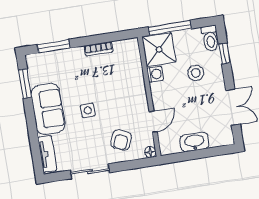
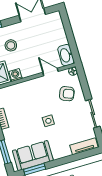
sofa: (48, 109) -> (33, 156), moved
washbasin: (194, 142) -> (66, 55), moved

